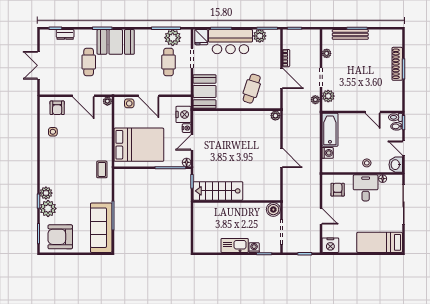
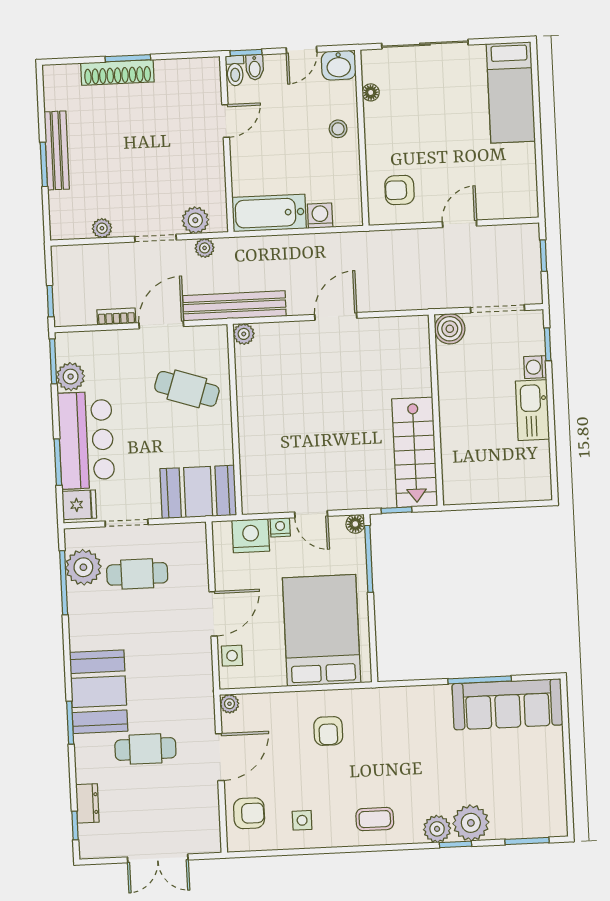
bench: (350, 34) -> (57, 150), moved
bench: (288, 112) -> (234, 306), added
coffee table: (102, 169) -> (375, 819), moved
desk: (366, 188) -> (393, 129), removed
armchair: (60, 237) -> (328, 731), moved, width x0.53, depth x0.53
nightstand: (330, 245) -> (522, 200), removed

